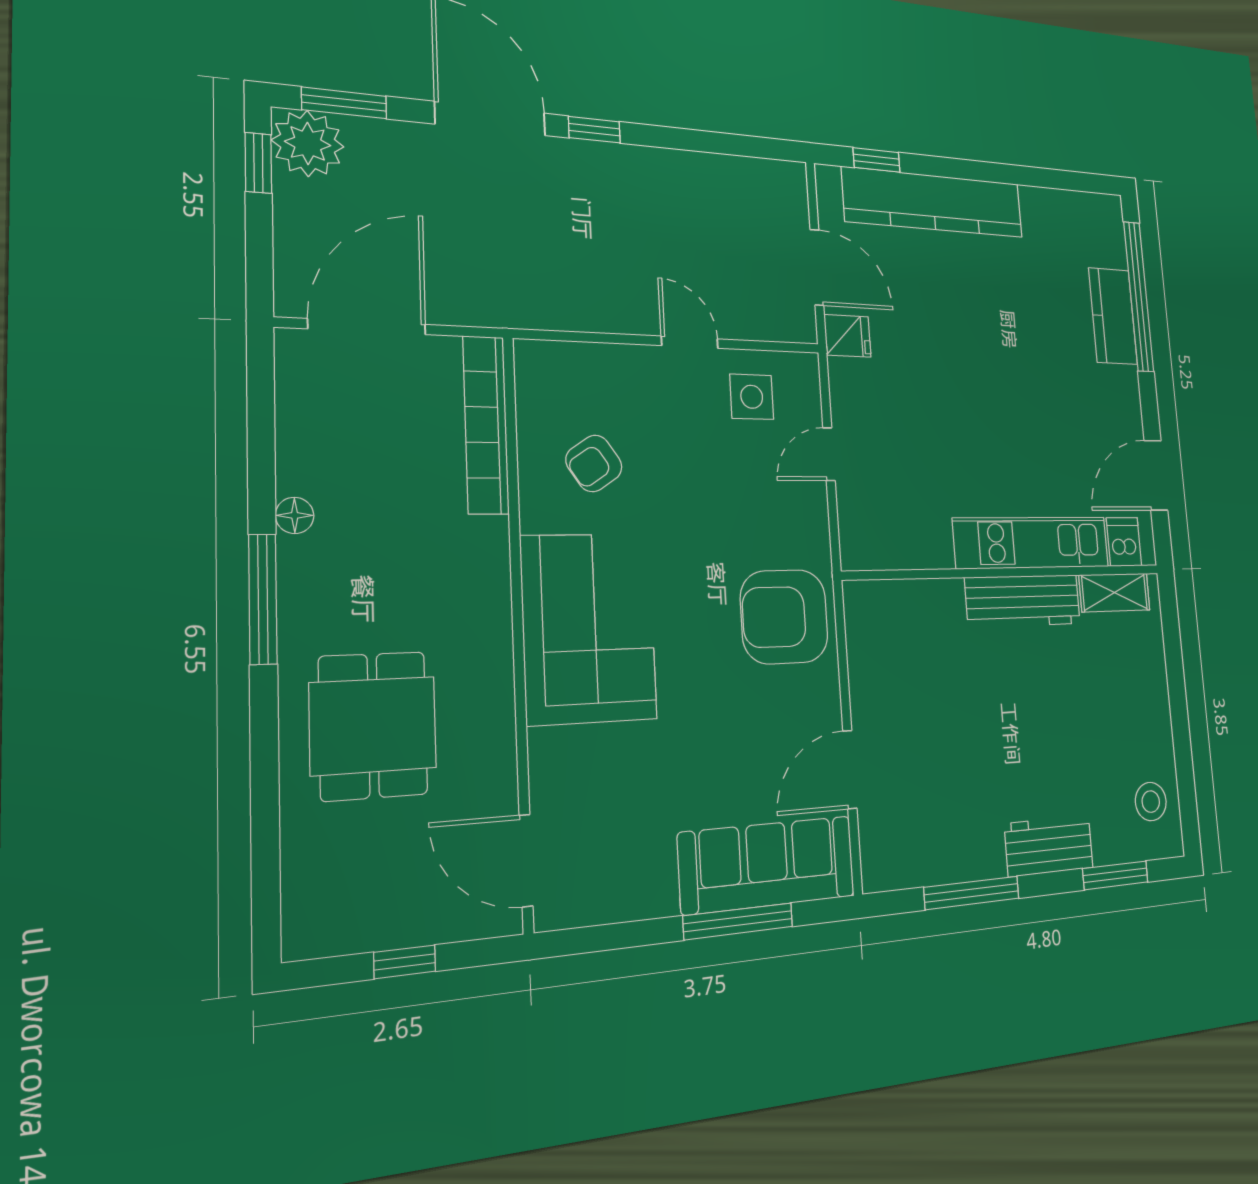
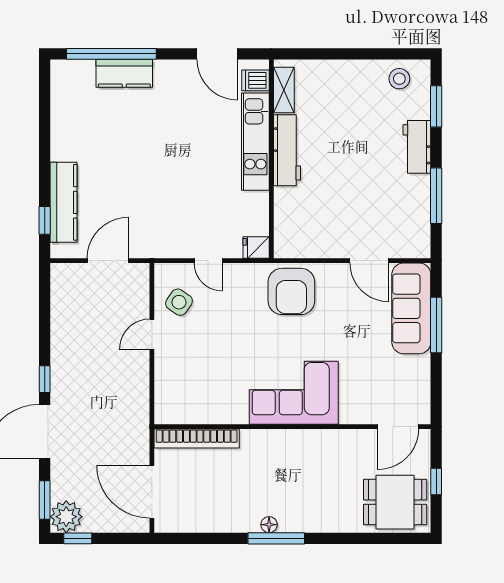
kitchen counter: (934, 202) -> (63, 202), width x0.72, depth x0.86
fridge: (847, 336) -> (256, 247), moved, turned -90
side table: (752, 397) -> (179, 302), turned 34
armchair: (594, 463) -> (215, 387), removed
floor lamp: (295, 515) -> (269, 525), moved
dining table: (373, 726) -> (395, 502), moved

